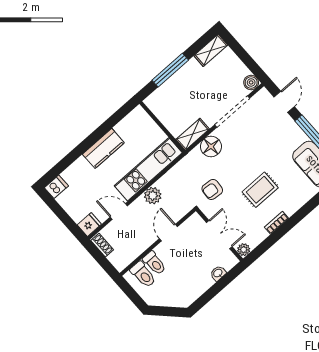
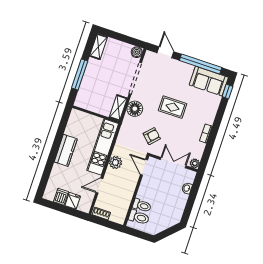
dishwasher: (56, 187) -> (61, 197), moved
armchair: (212, 189) -> (152, 136), turned -141
rug: (260, 190) -> (173, 107), moved, turned 90
fridge: (89, 224) -> (73, 201), moved
door: (168, 233) -> (144, 167), moved

